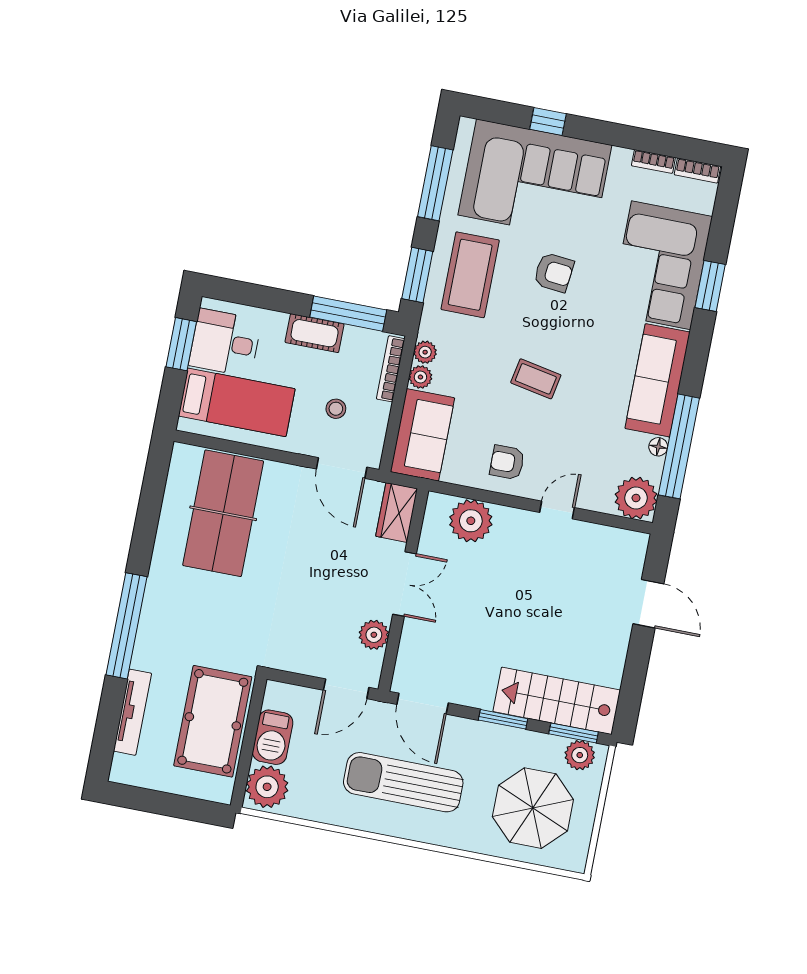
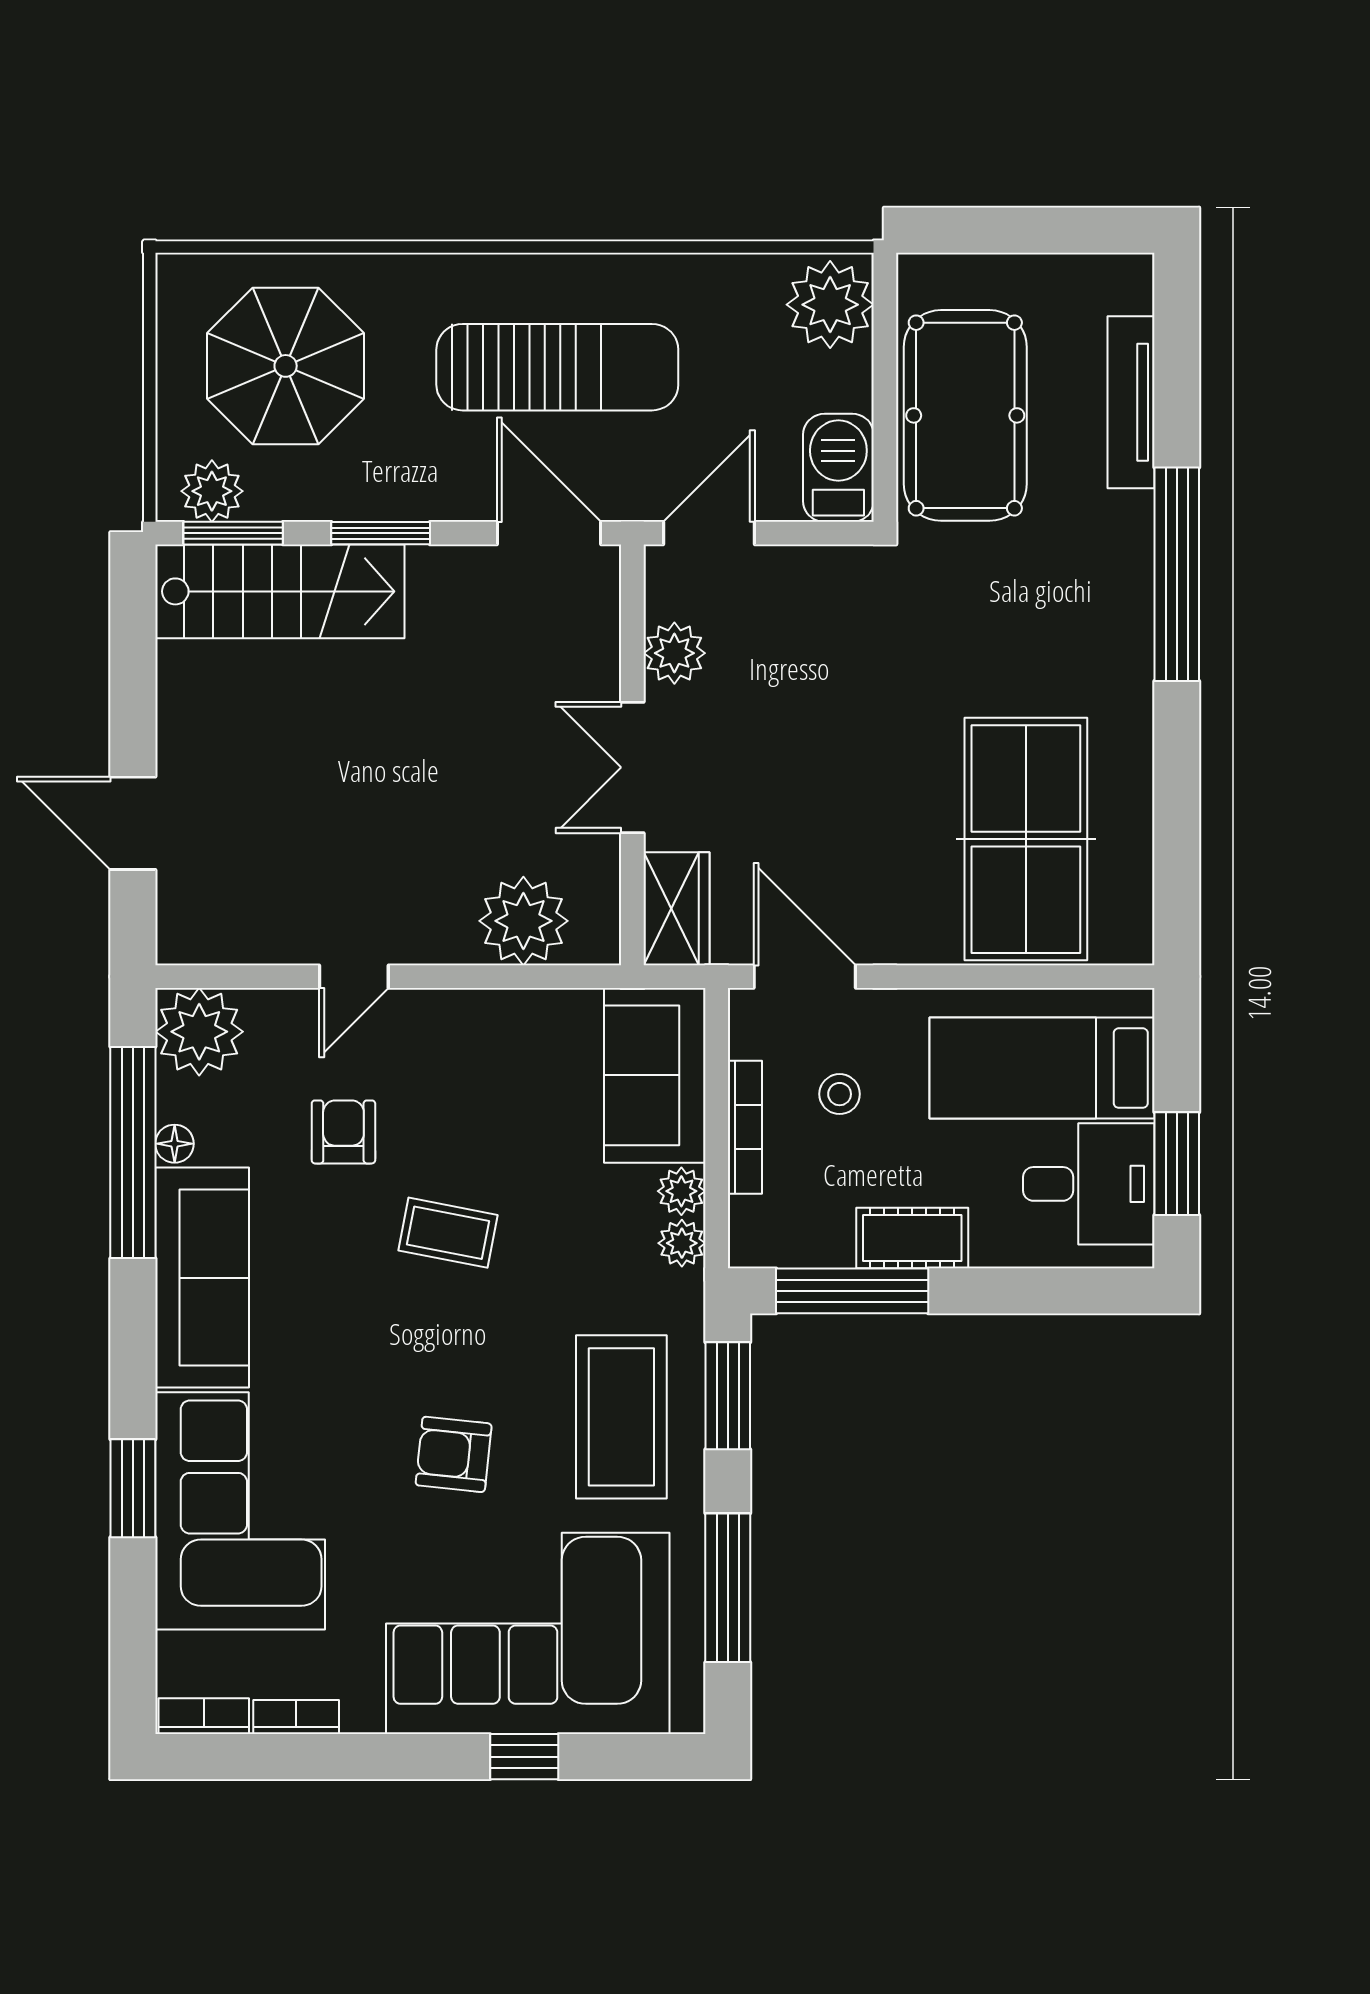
bookcase: (391, 369) -> (745, 1127), moved
armchair: (507, 462) -> (343, 1132), moved, turned -90
barbecue: (273, 737) -> (838, 468), moved

